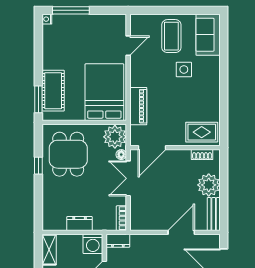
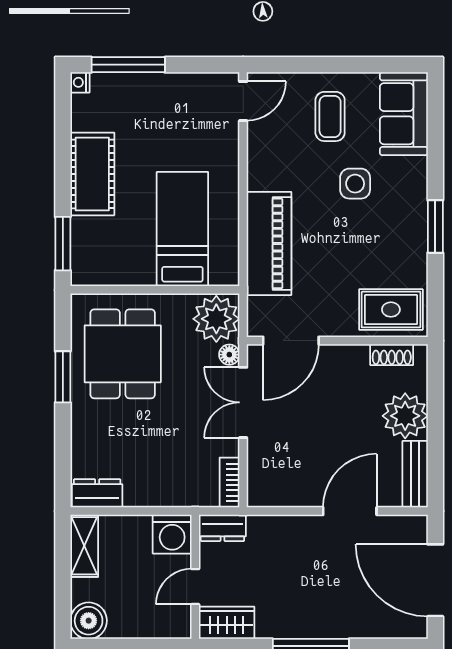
coffee table: (171, 36) -> (330, 116), width x0.73, depth x0.77
door: (128, 46) -> (243, 101), moved
cot: (53, 91) -> (92, 174), moved
window: (224, 91) -> (435, 227), added
bed: (104, 92) -> (182, 229), width x0.67
piano: (138, 106) -> (269, 243), width x1.37, depth x1.33
window: (38, 166) -> (63, 377), width x1.50
dresser: (80, 224) -> (97, 493), moved

